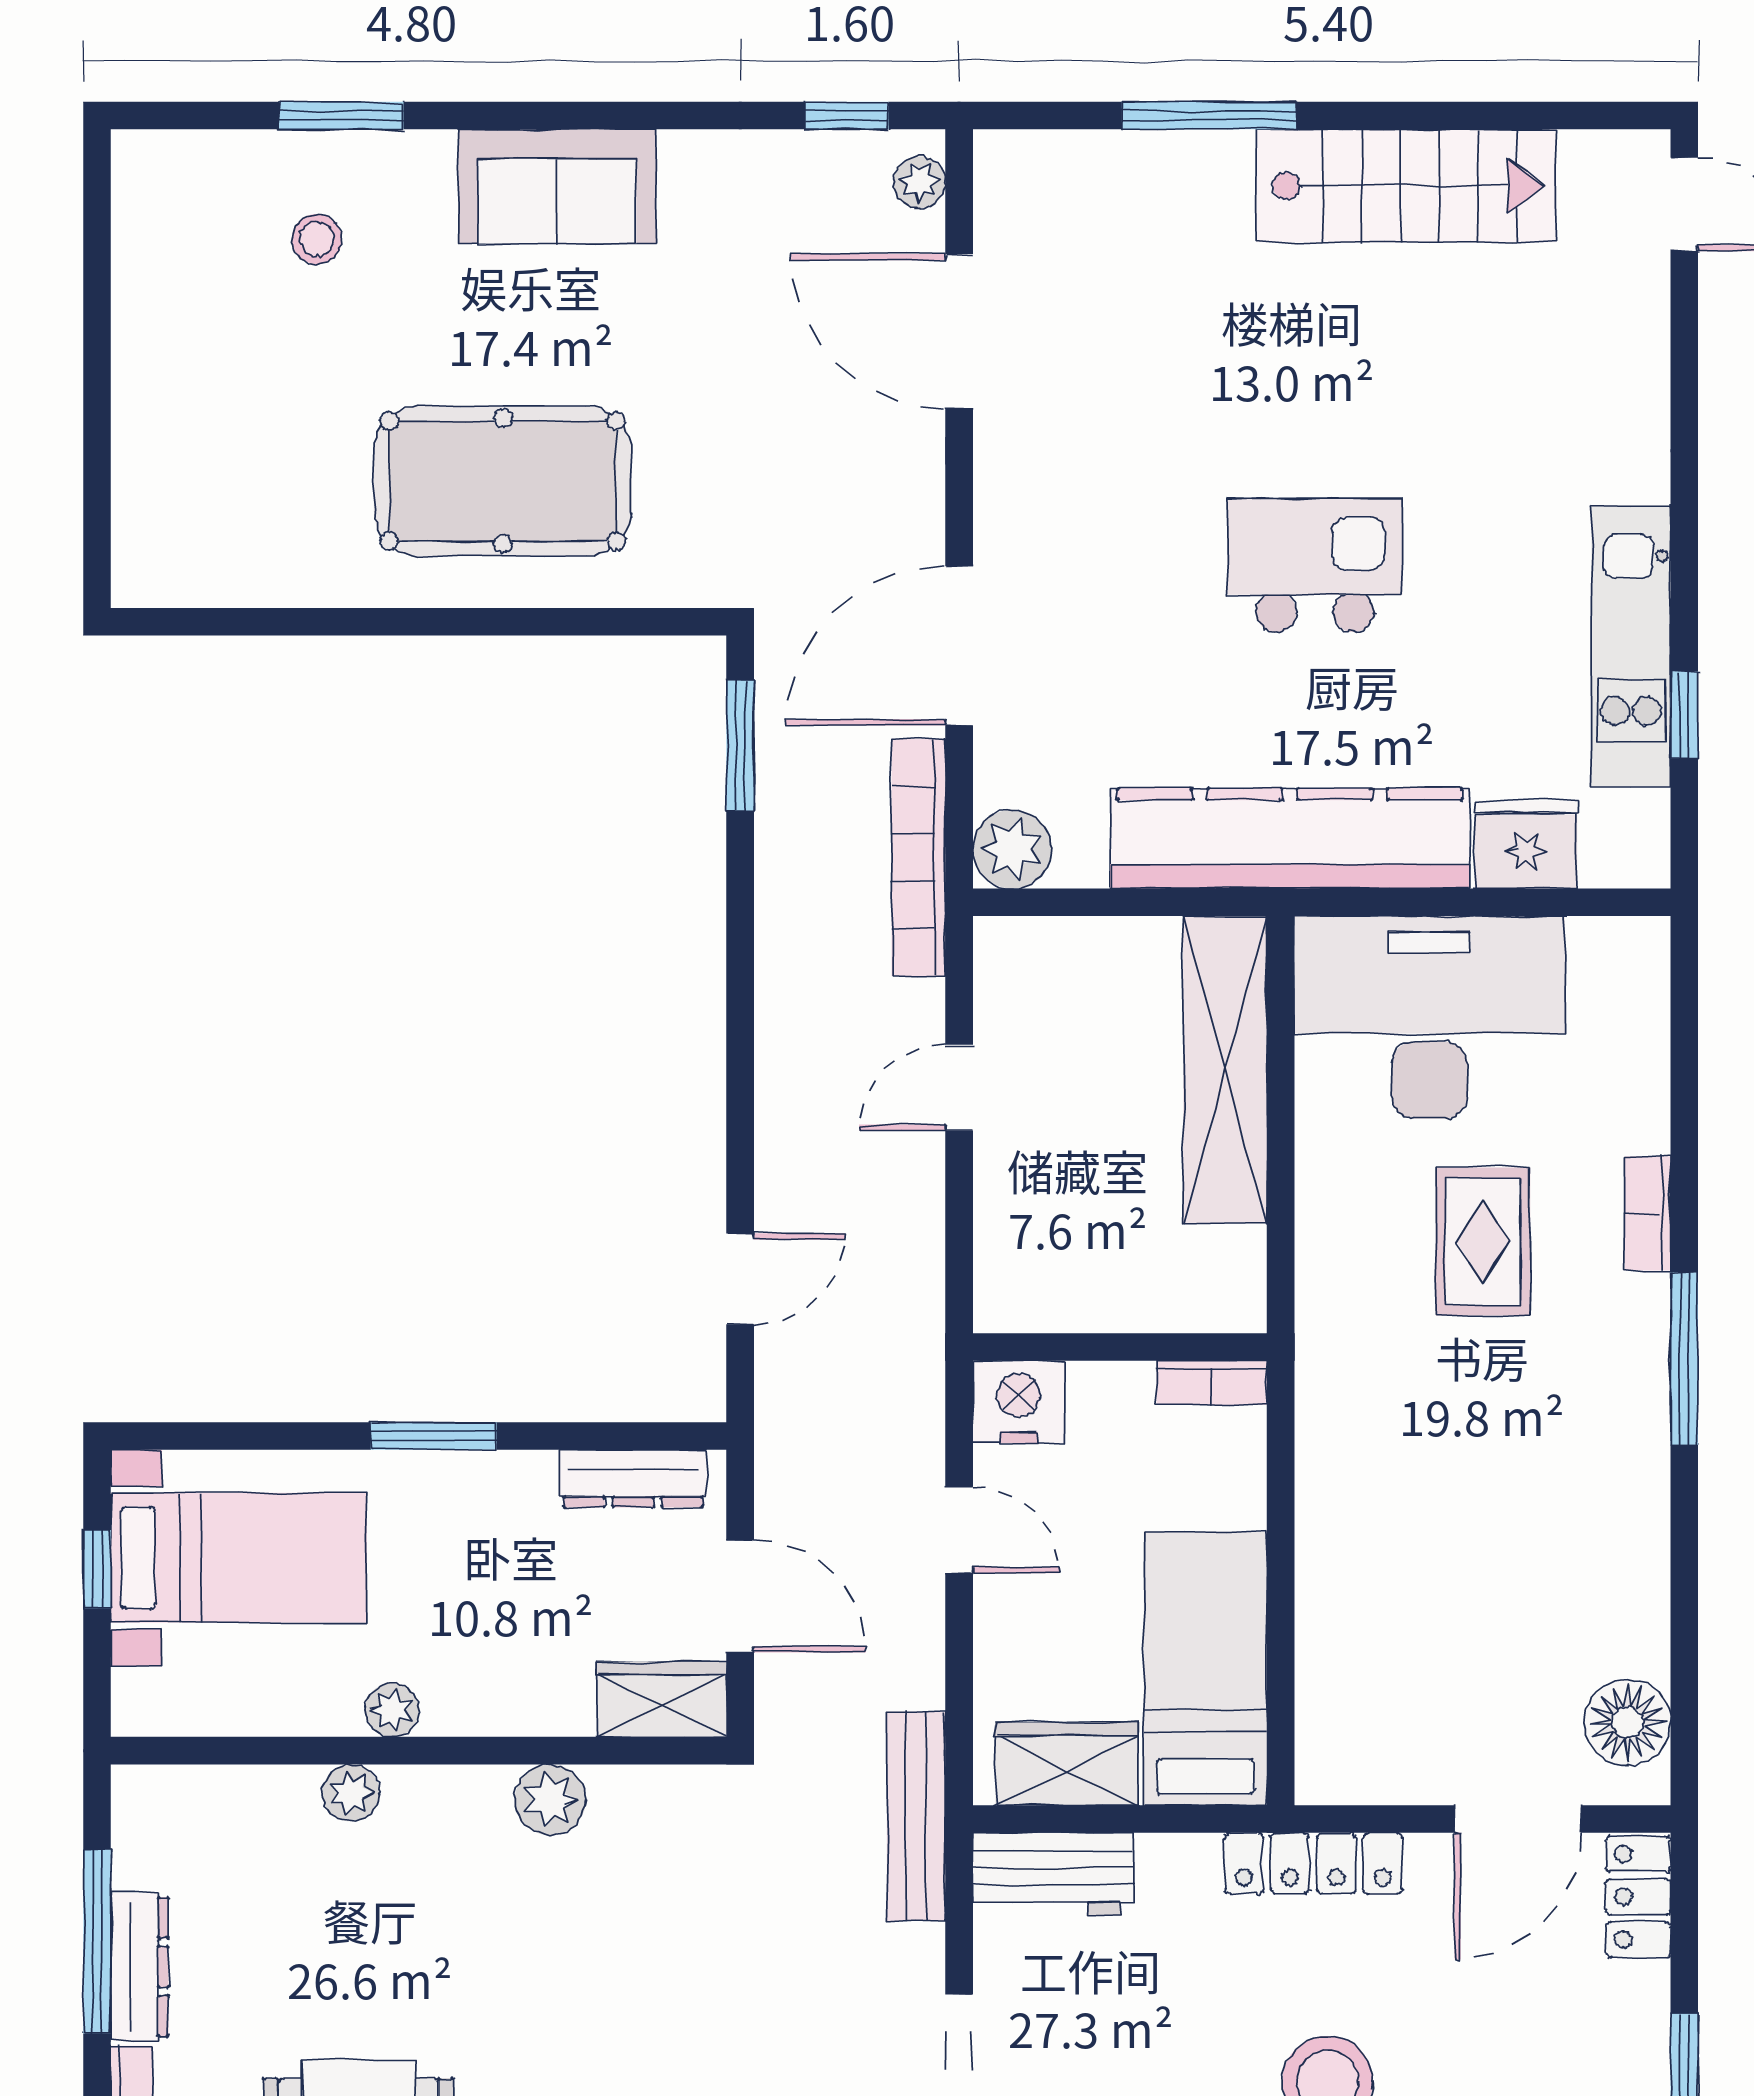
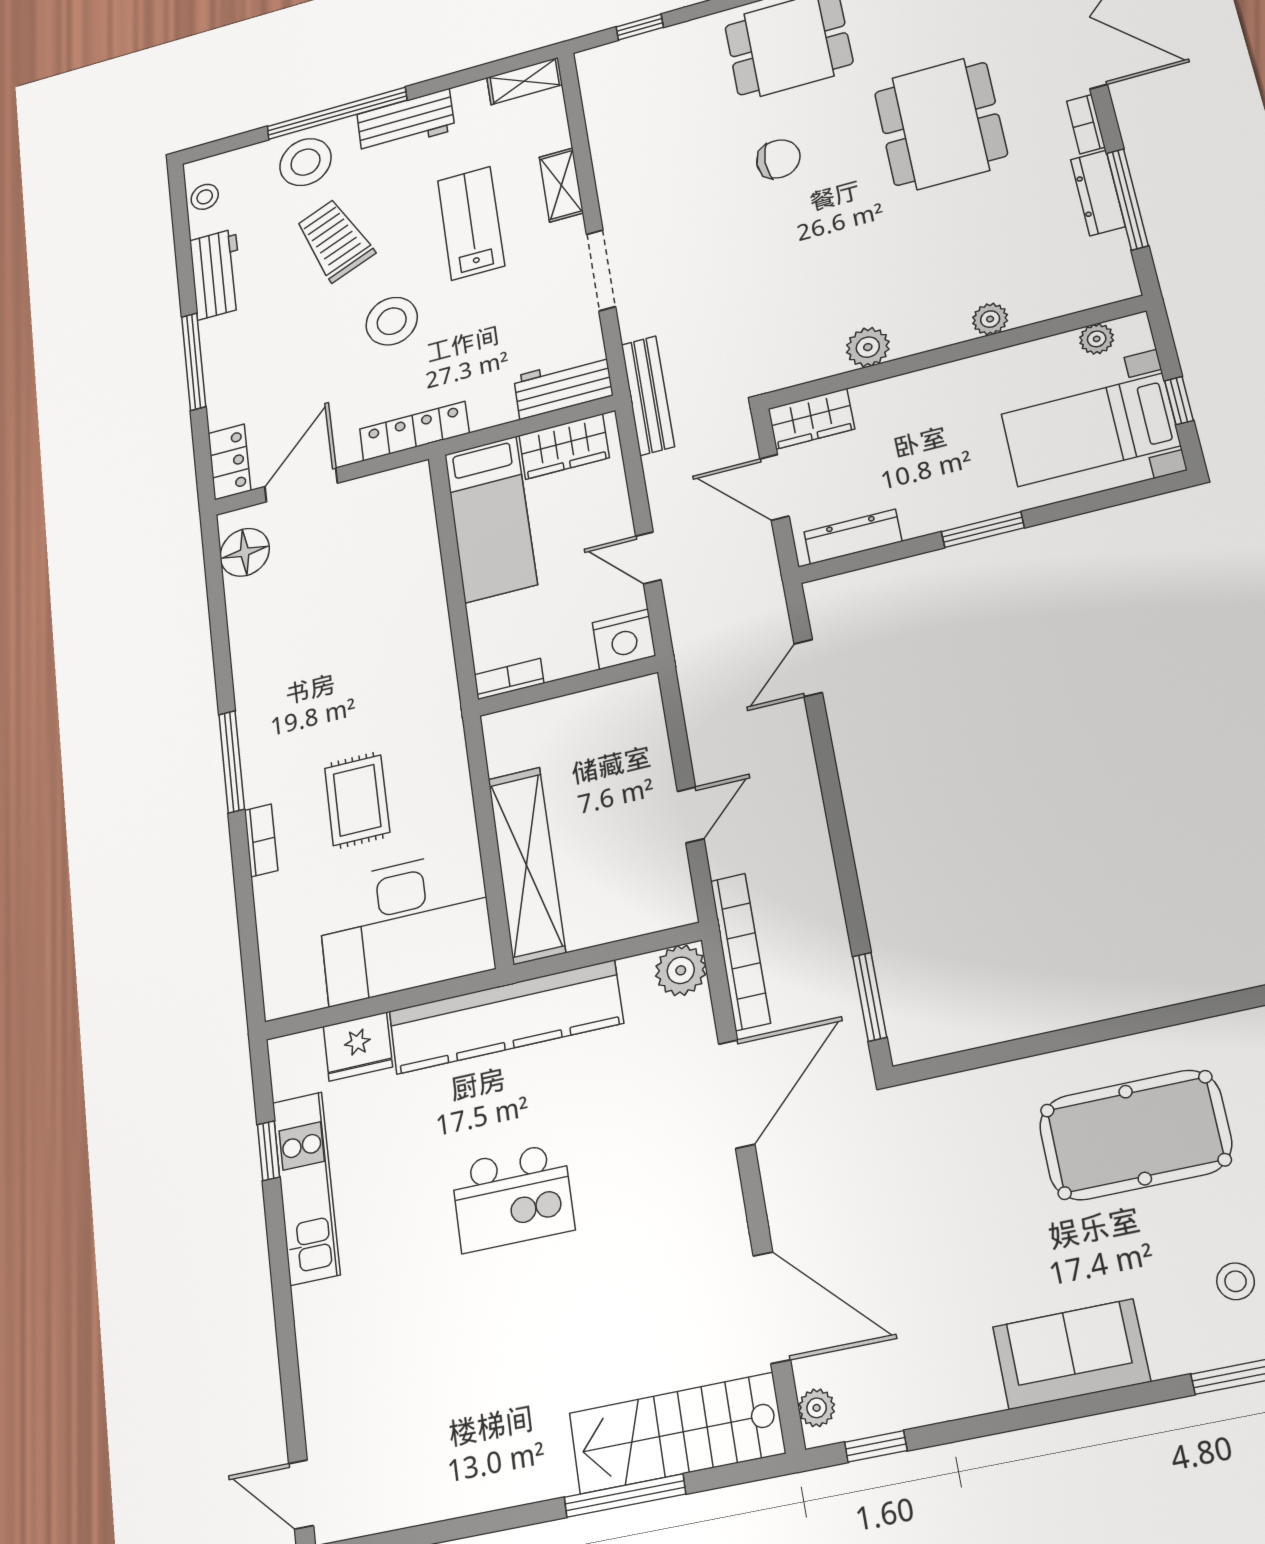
stairs: (1406, 186) -> (676, 1433), moved
pool table: (503, 481) -> (1135, 1135), moved
plant: (392, 1710) -> (1097, 339), moved

